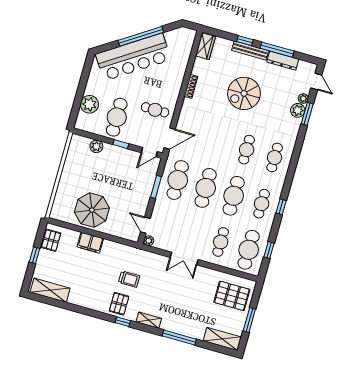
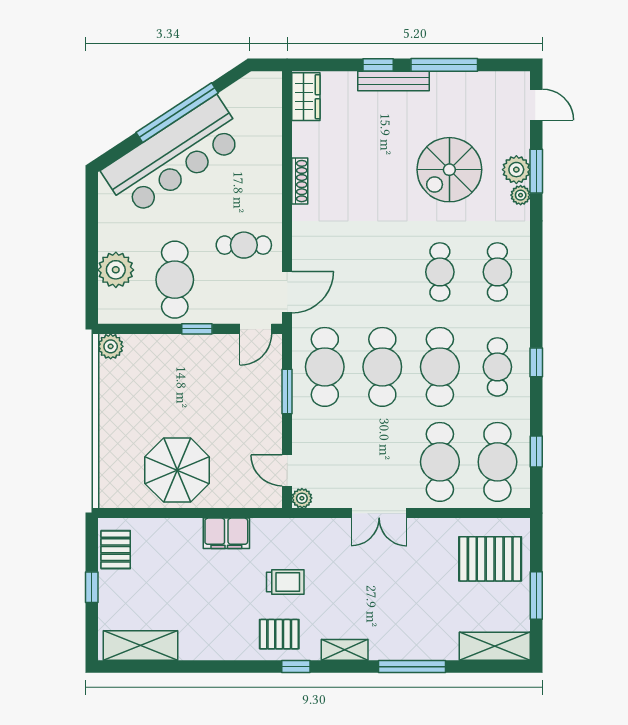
dresser: (283, 61) -> (461, 83), removed
spiral stairs: (244, 93) -> (449, 170), moved
plant: (303, 99) -> (521, 195), moved
plant: (96, 146) -> (111, 346), moved
cafe table: (221, 242) -> (440, 462), width x1.37, depth x1.35
filing cabinet: (90, 243) -> (226, 533), moved
pallet: (119, 304) -> (279, 634), turned 90

